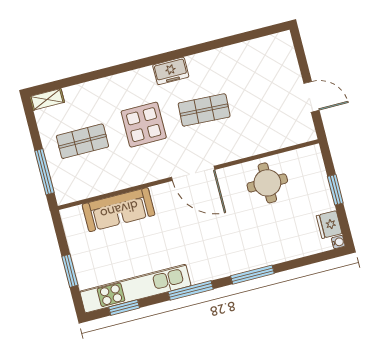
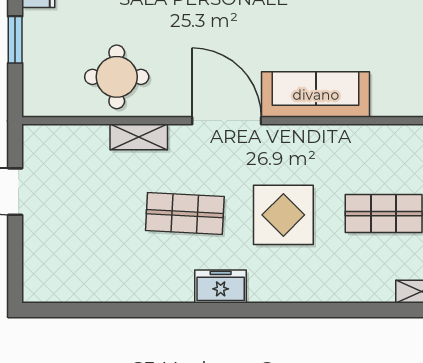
shelving: (244, 150) -> (139, 137), added
sofa: (119, 210) -> (316, 95), moved

